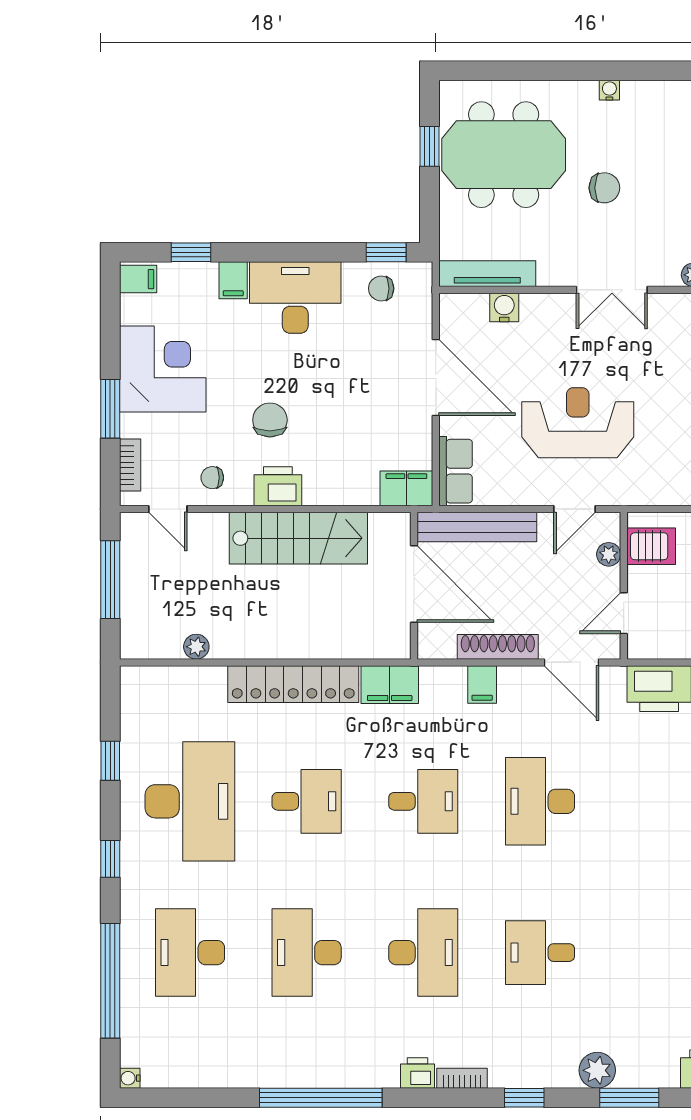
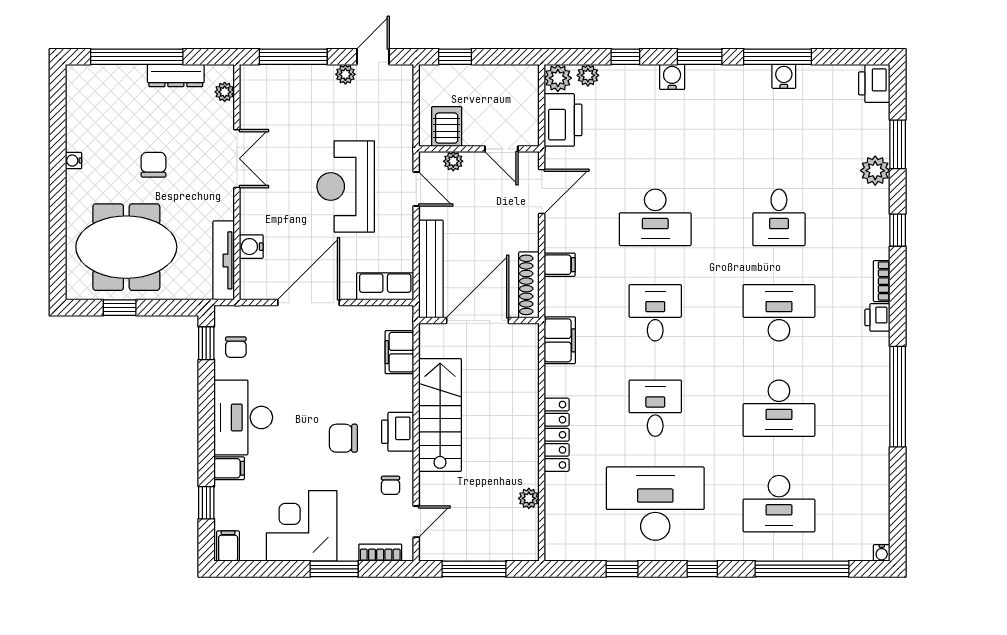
meeting table: (504, 155) -> (126, 247), turned 90
filing cabinet: (406, 488) -> (399, 352), moved
shoe rack: (498, 647) -> (529, 285), moved
locker: (293, 684) -> (557, 435), width x0.71, depth x0.83

